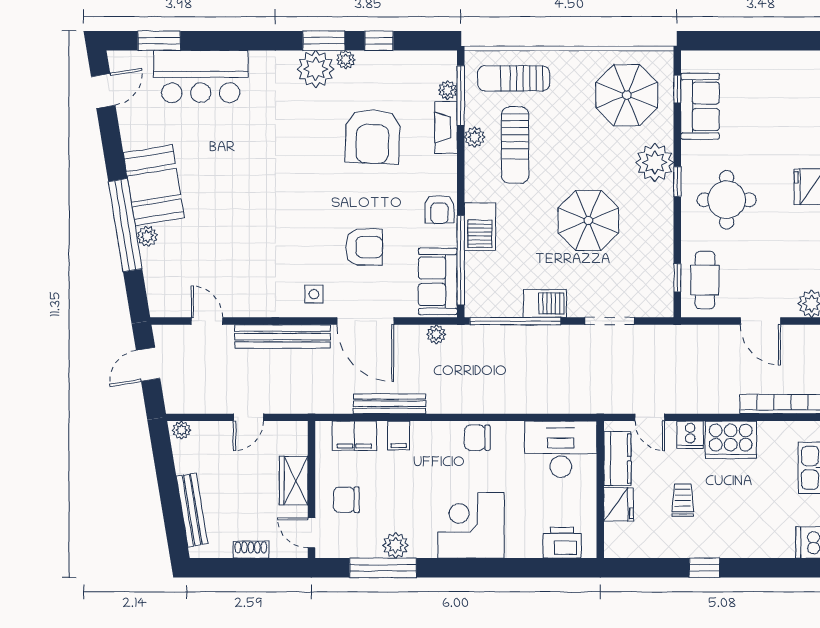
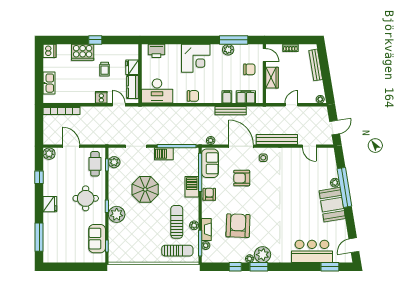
parasol: (627, 95) -> (129, 243), removed
plant: (661, 284) -> (114, 162), added
cooker: (731, 440) -> (83, 52), moved, turned 180

